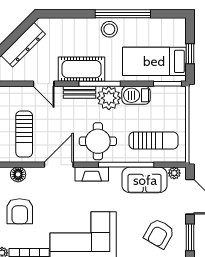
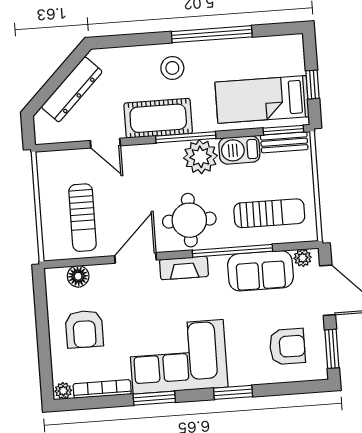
stool: (109, 29) -> (172, 68), moved
bench: (79, 92) -> (284, 142), moved
armchair: (159, 234) -> (287, 347), turned -120

